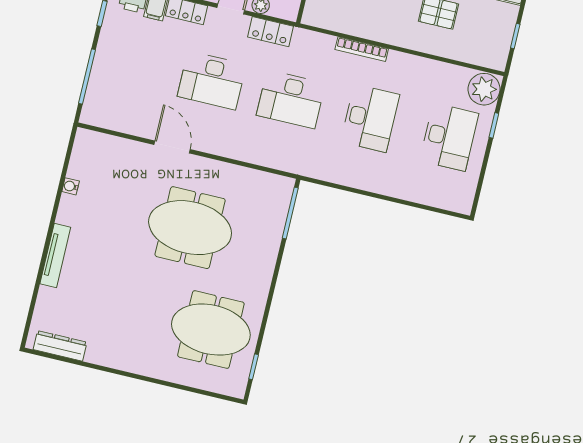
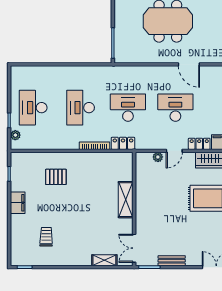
locker: (270, 32) -> (123, 143), moved
plant: (484, 89) -> (15, 135), width x0.53, depth x0.53

